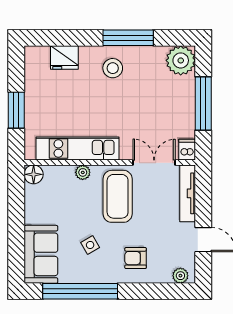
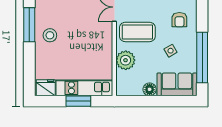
fridge: (64, 57) -> (46, 88), moved, turned -90
kitchen unit: (77, 149) -> (84, 88), moved, turned 90
plant: (83, 172) -> (126, 60), width x1.87, depth x1.87
floor lamp: (34, 174) -> (150, 89), moved

